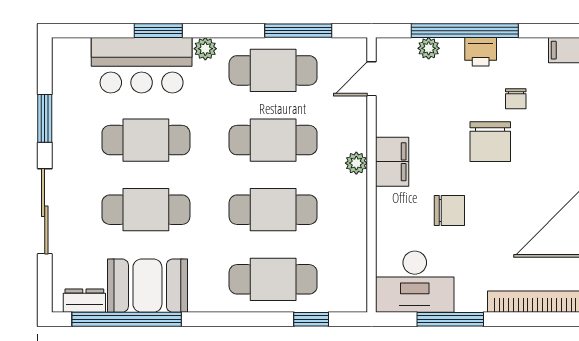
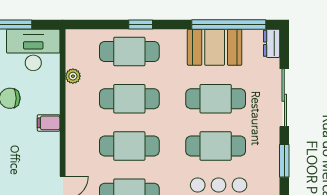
filing cabinet: (392, 162) -> (49, 123), width x0.50
plant: (356, 163) -> (73, 76), moved
dresser: (84, 301) -> (272, 43), moved, turned 90
window: (311, 319) -> (141, 24), moved

